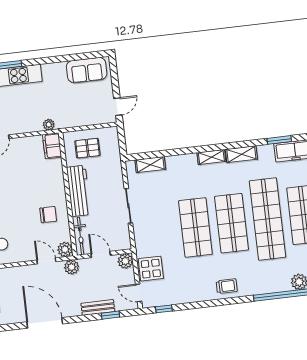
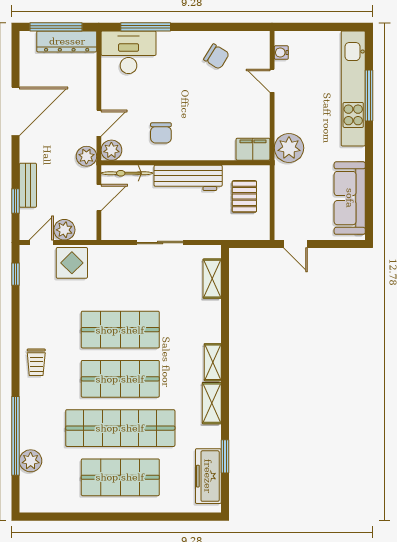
sofa: (87, 70) -> (350, 198), width x1.36
plant: (49, 125) -> (289, 148), width x1.88, depth x1.88
plant: (125, 261) -> (64, 230), moved

